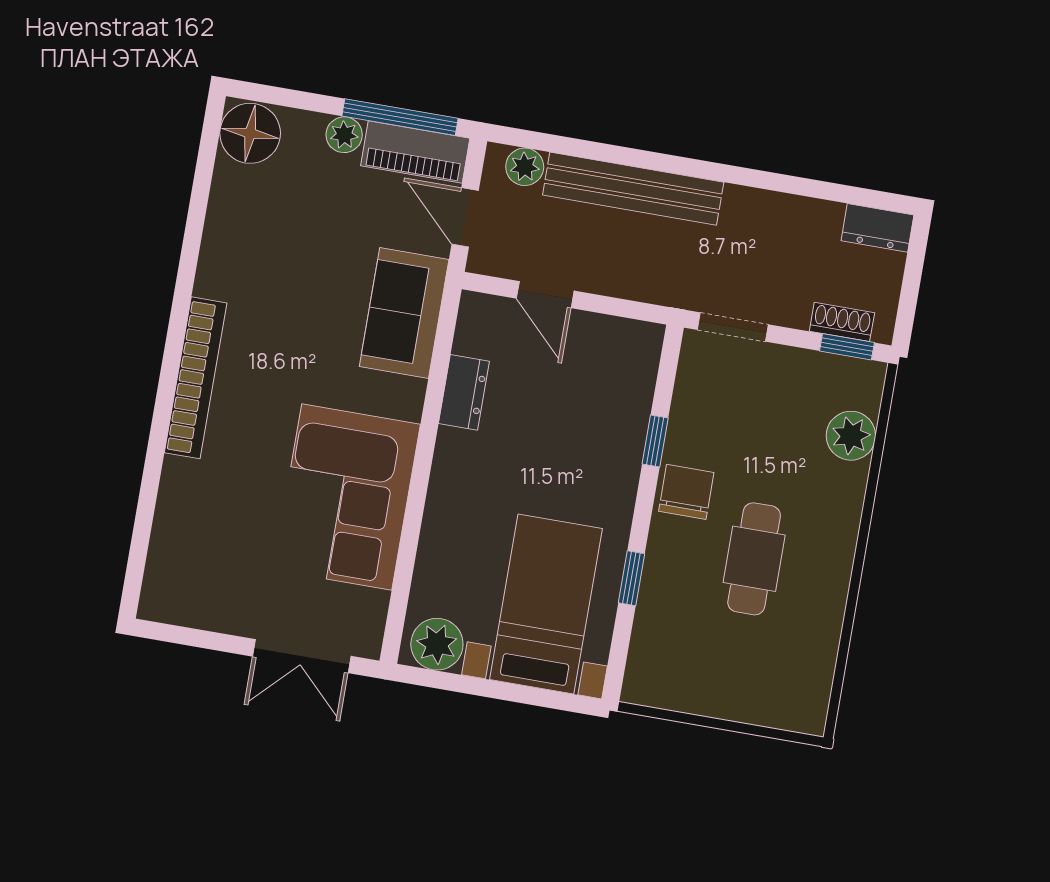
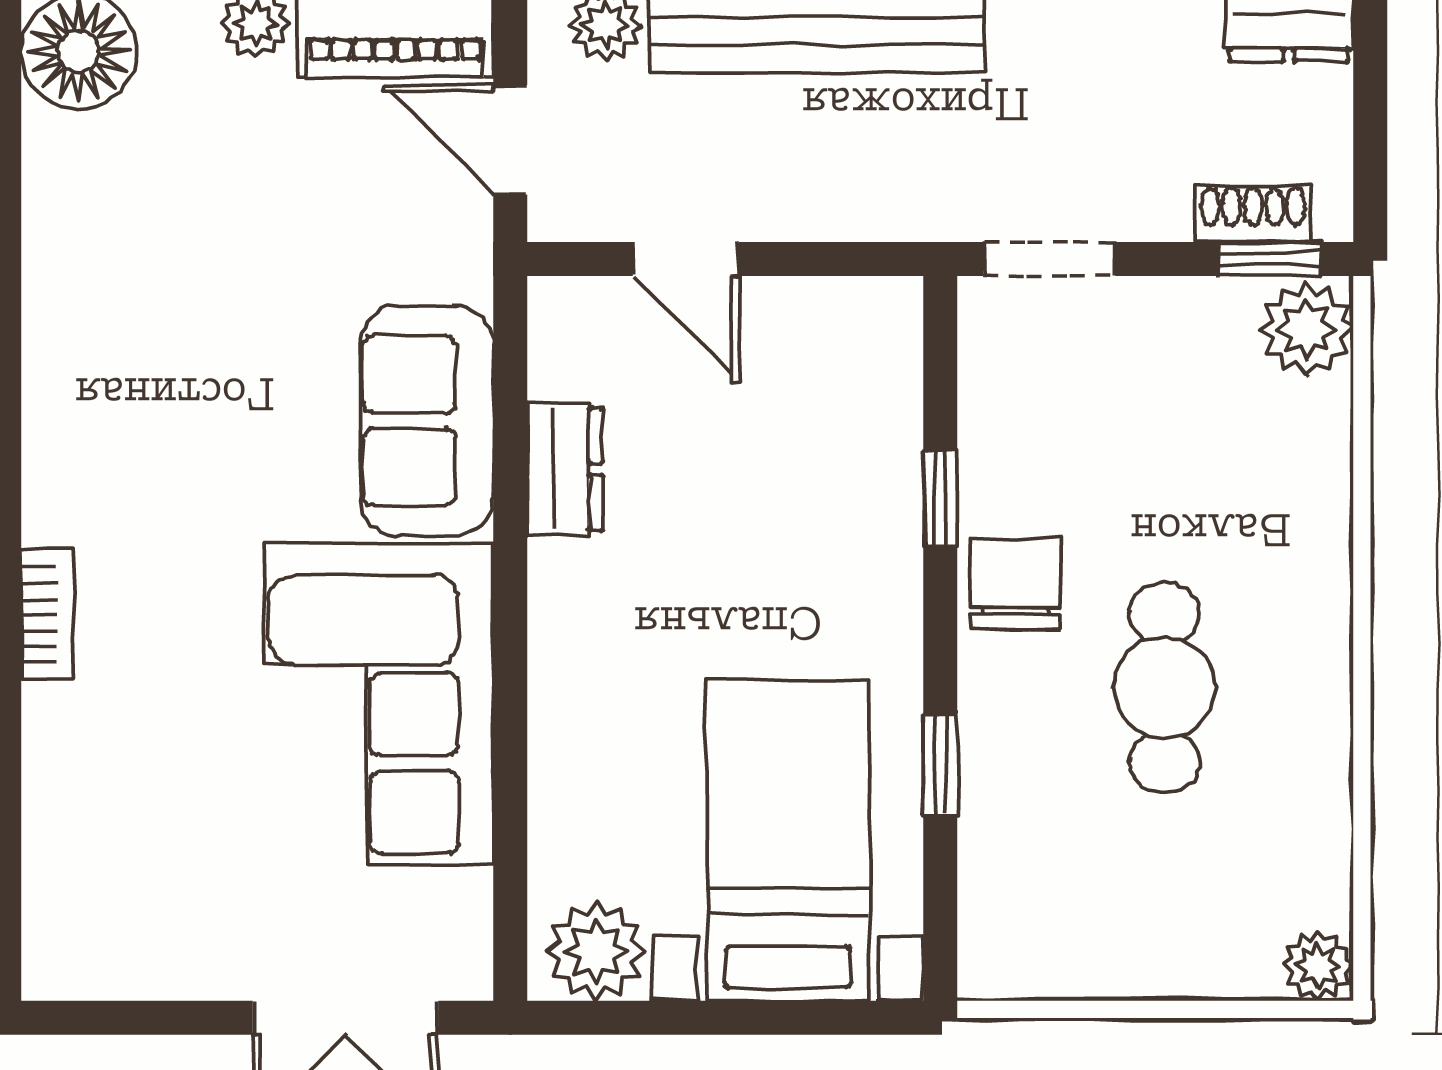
sofa: (404, 313) -> (427, 421), moved
bookcase: (196, 378) -> (47, 615), width x0.43, depth x0.76
plant: (851, 436) -> (1307, 329), moved
plant: (809, 716) -> (1318, 966), added

